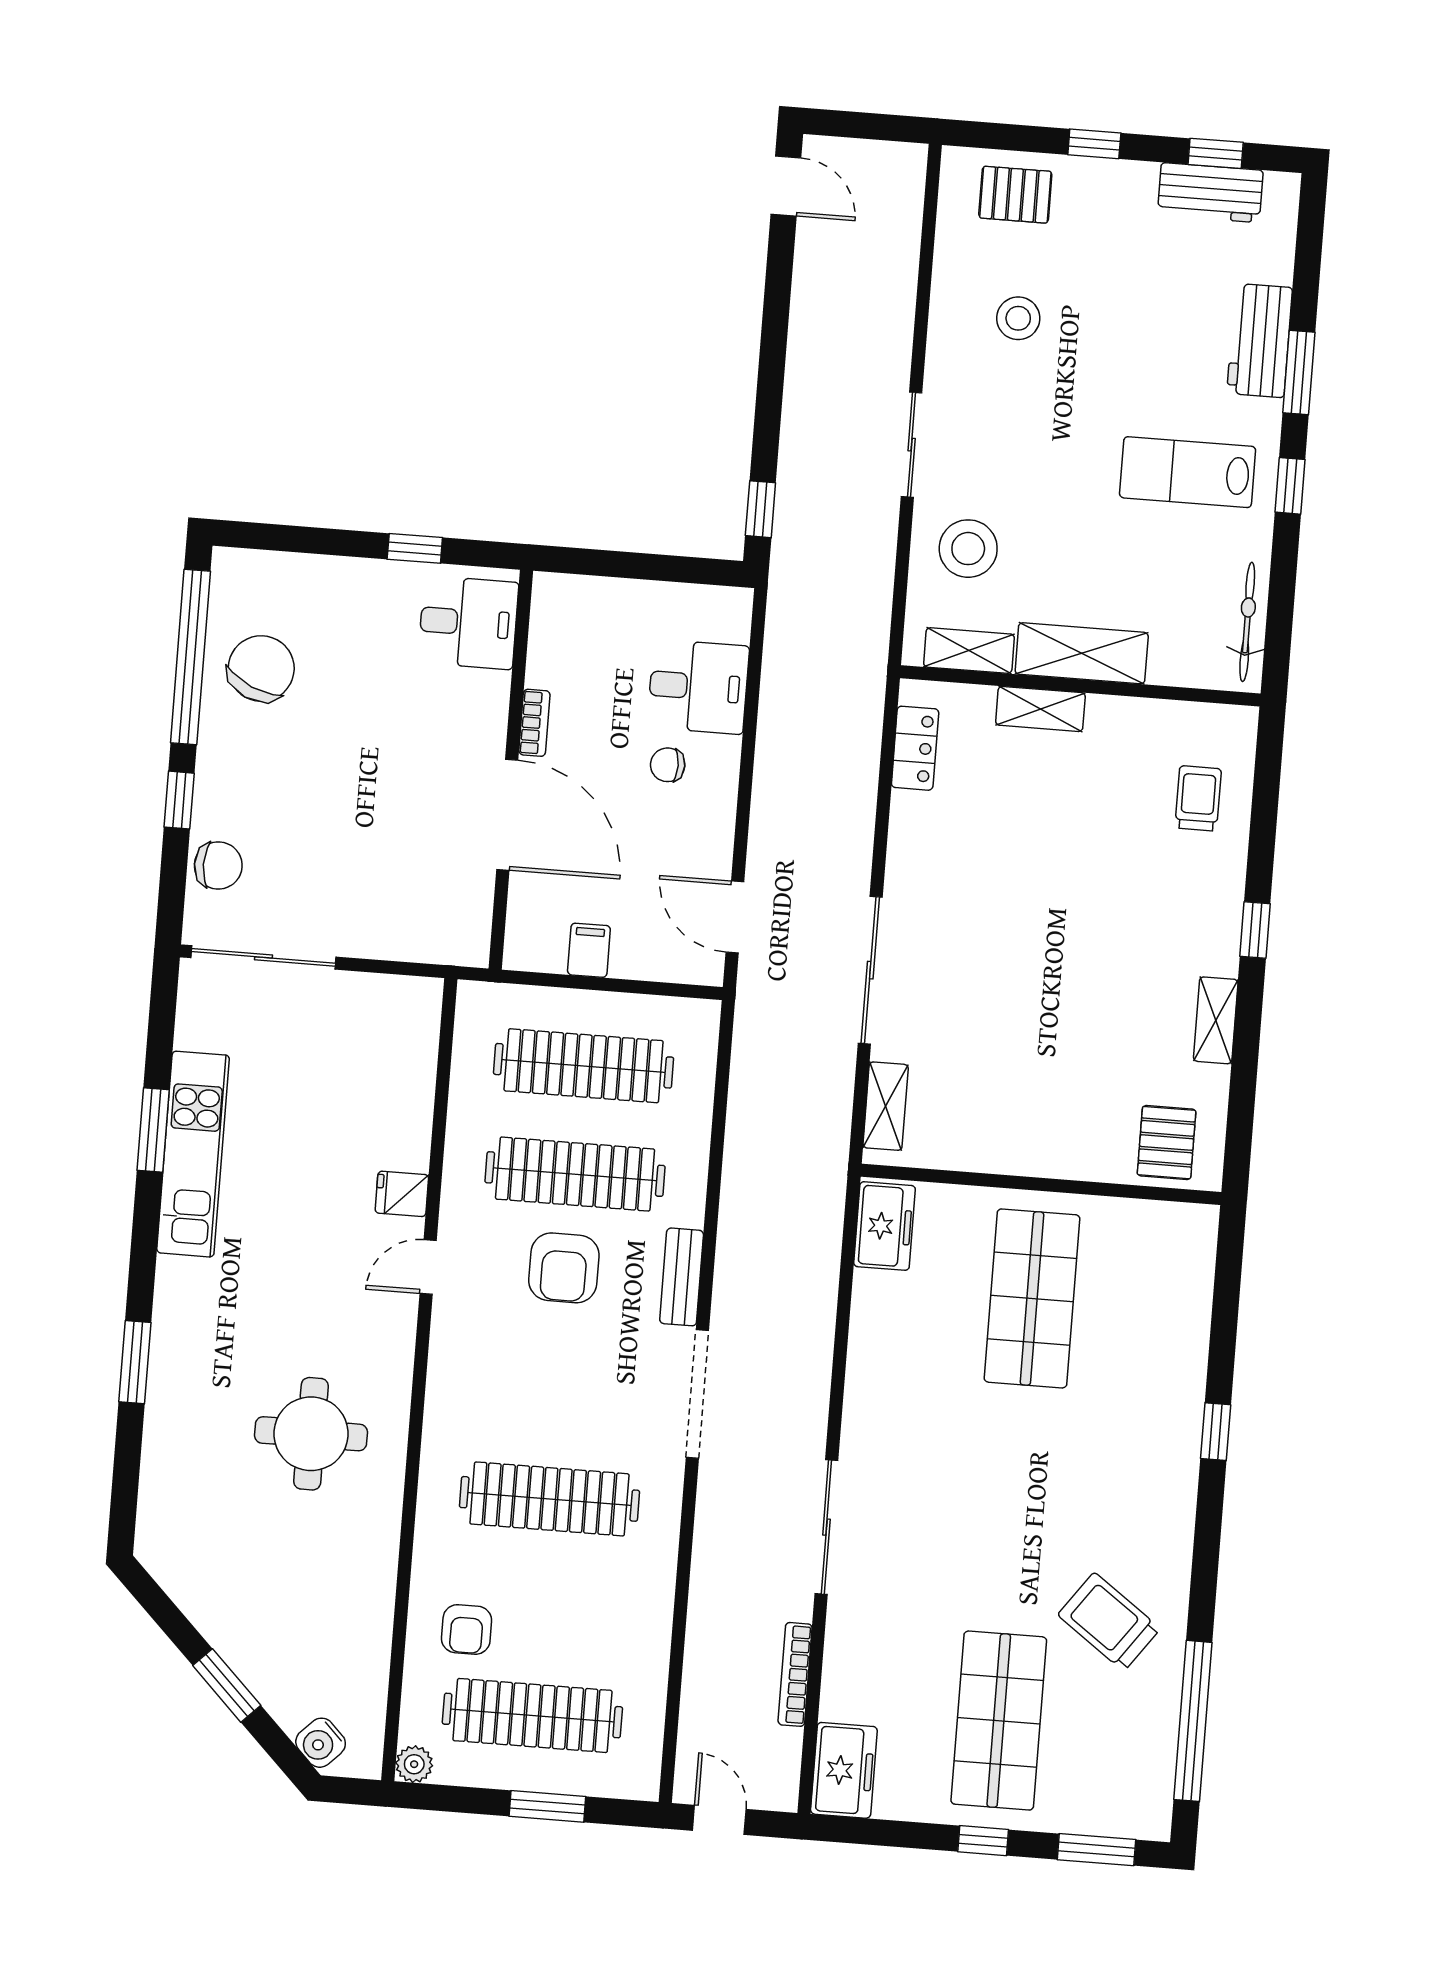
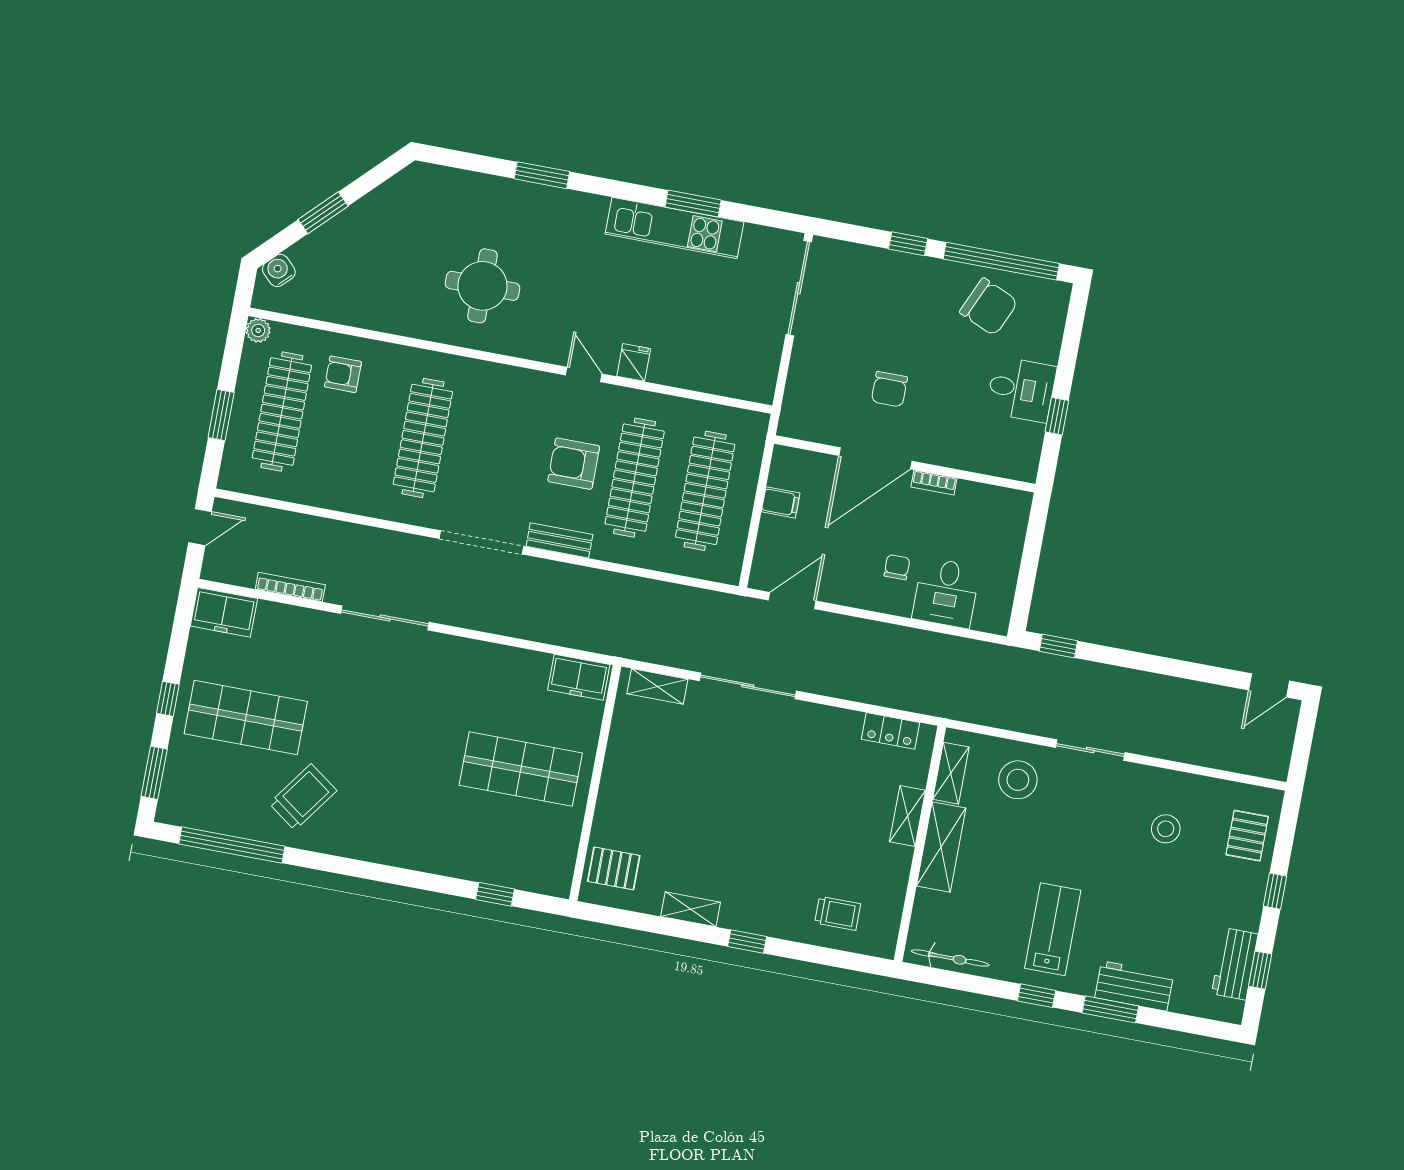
desk: (468, 623) -> (1021, 389), moved, turned -90
chair: (218, 865) -> (889, 389), moved
window: (1216, 1432) -> (495, 894), moved

